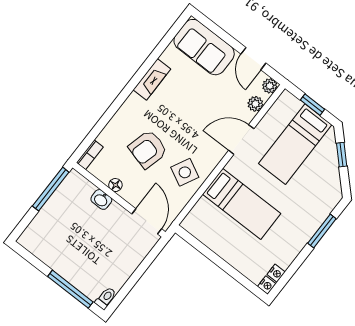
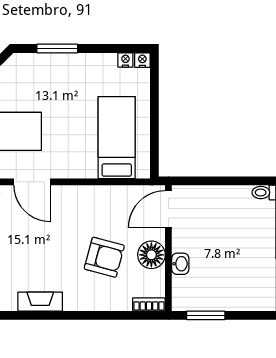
side table: (185, 172) -> (99, 209), removed
floor lamp: (115, 185) -> (151, 255), width x1.89, depth x1.89
window: (51, 189) -> (206, 315), width x0.69
bed: (242, 204) -> (117, 138), moved

